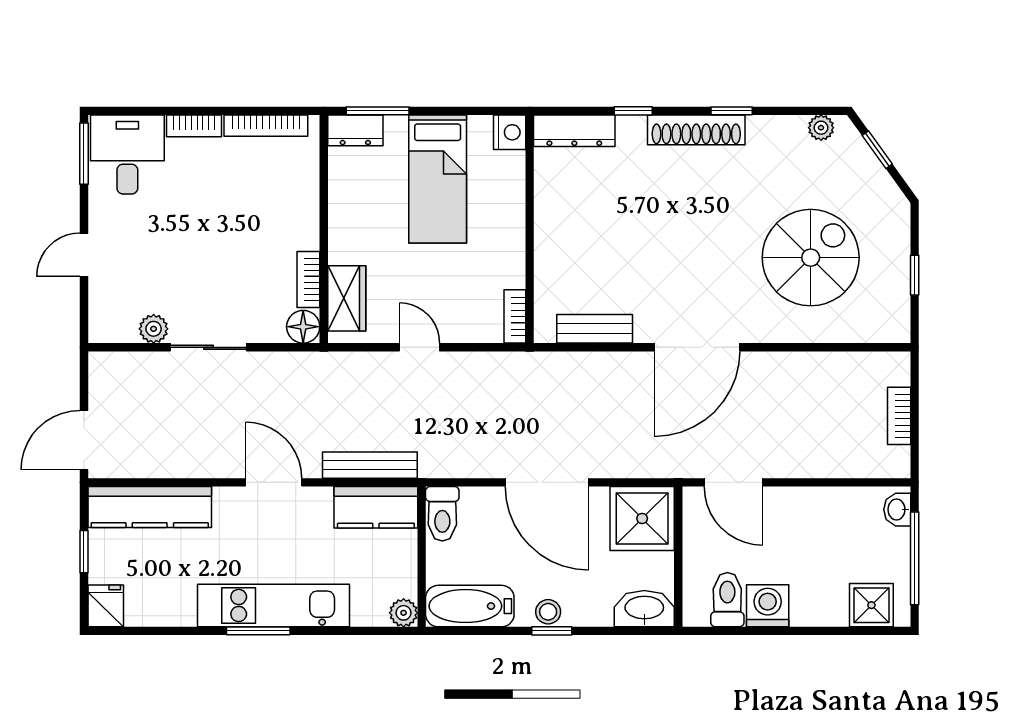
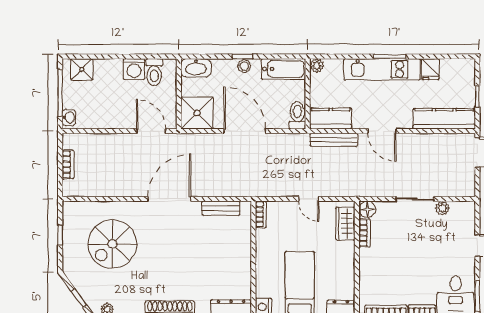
fridge: (106, 606) -> (430, 69), moved

